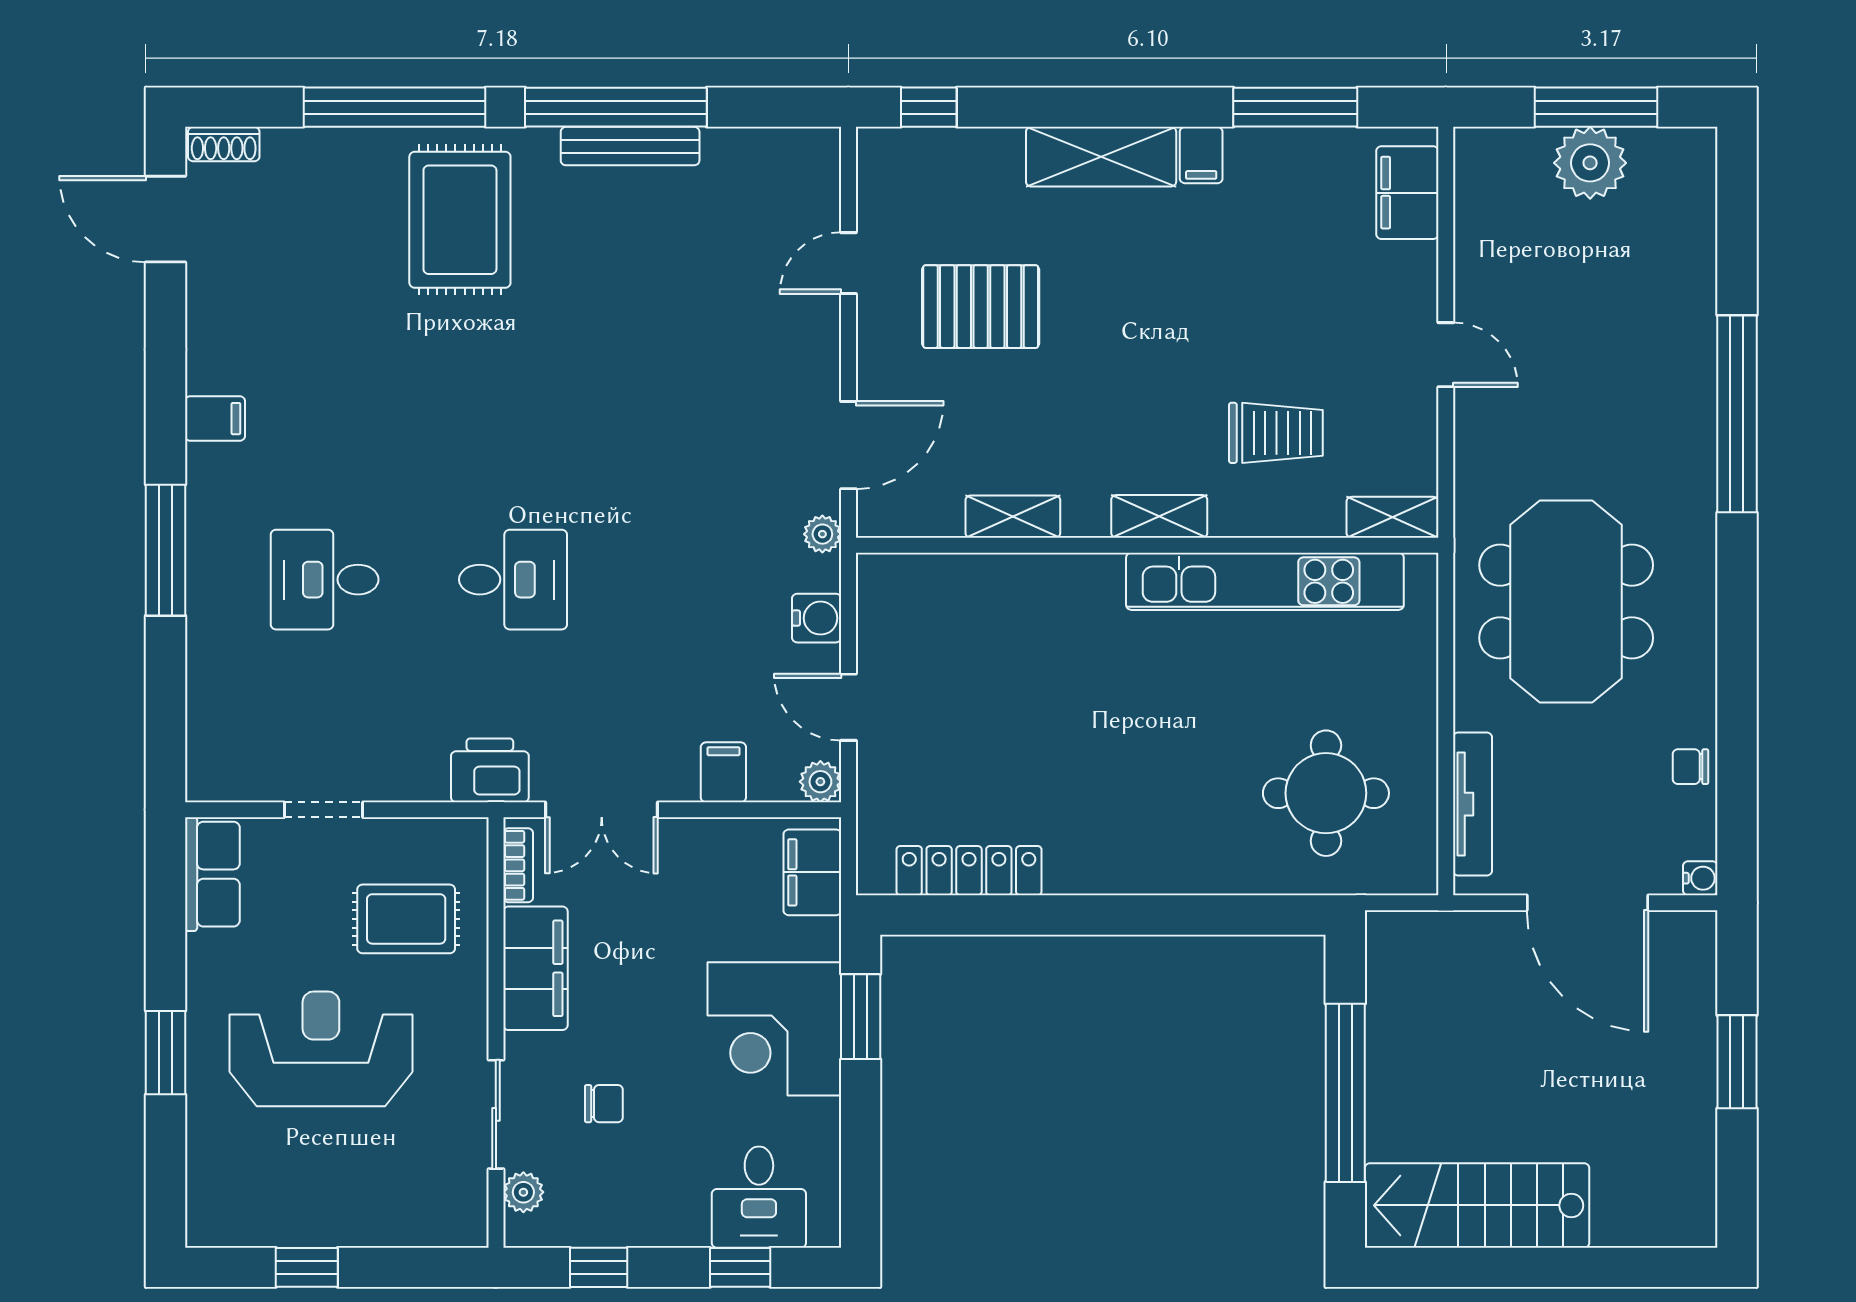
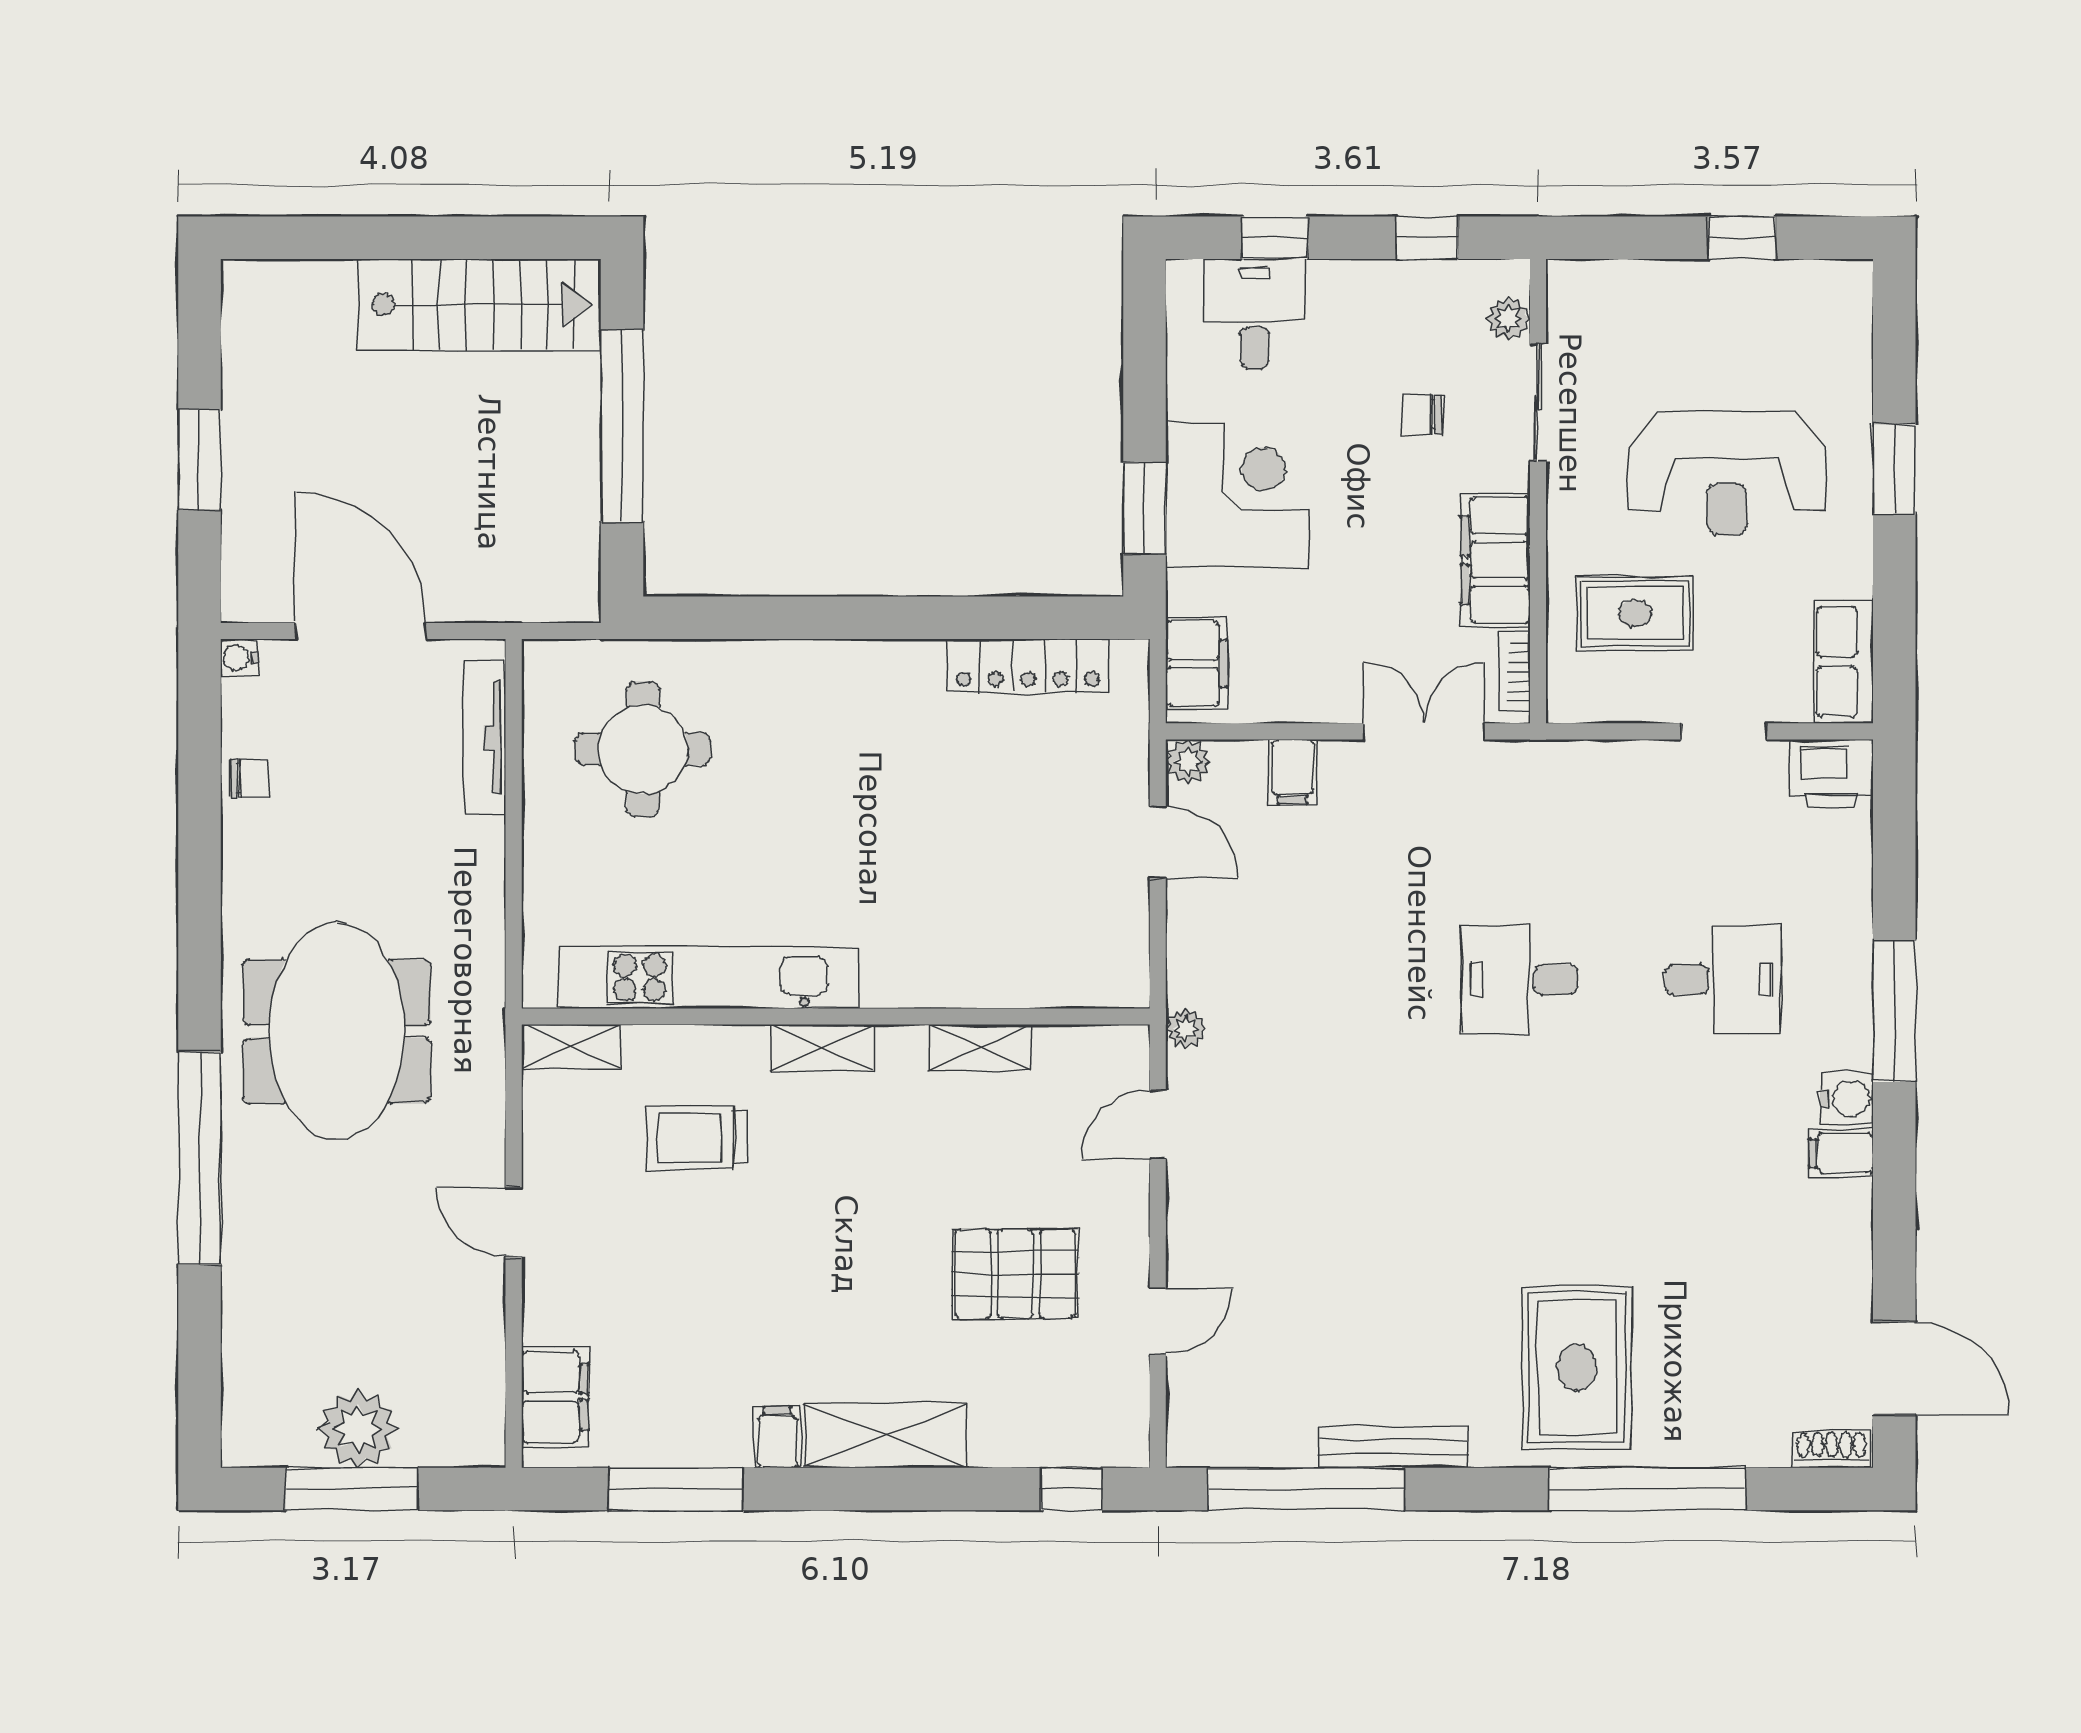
window: (616, 107) -> (1306, 1489), moved
door: (848, 445) -> (1158, 1125), width x0.73
meeting table: (1566, 601) -> (337, 1031), moved
water cooler: (817, 618) -> (1847, 1098), moved, turned 180
printer: (490, 770) -> (1831, 774), moved

